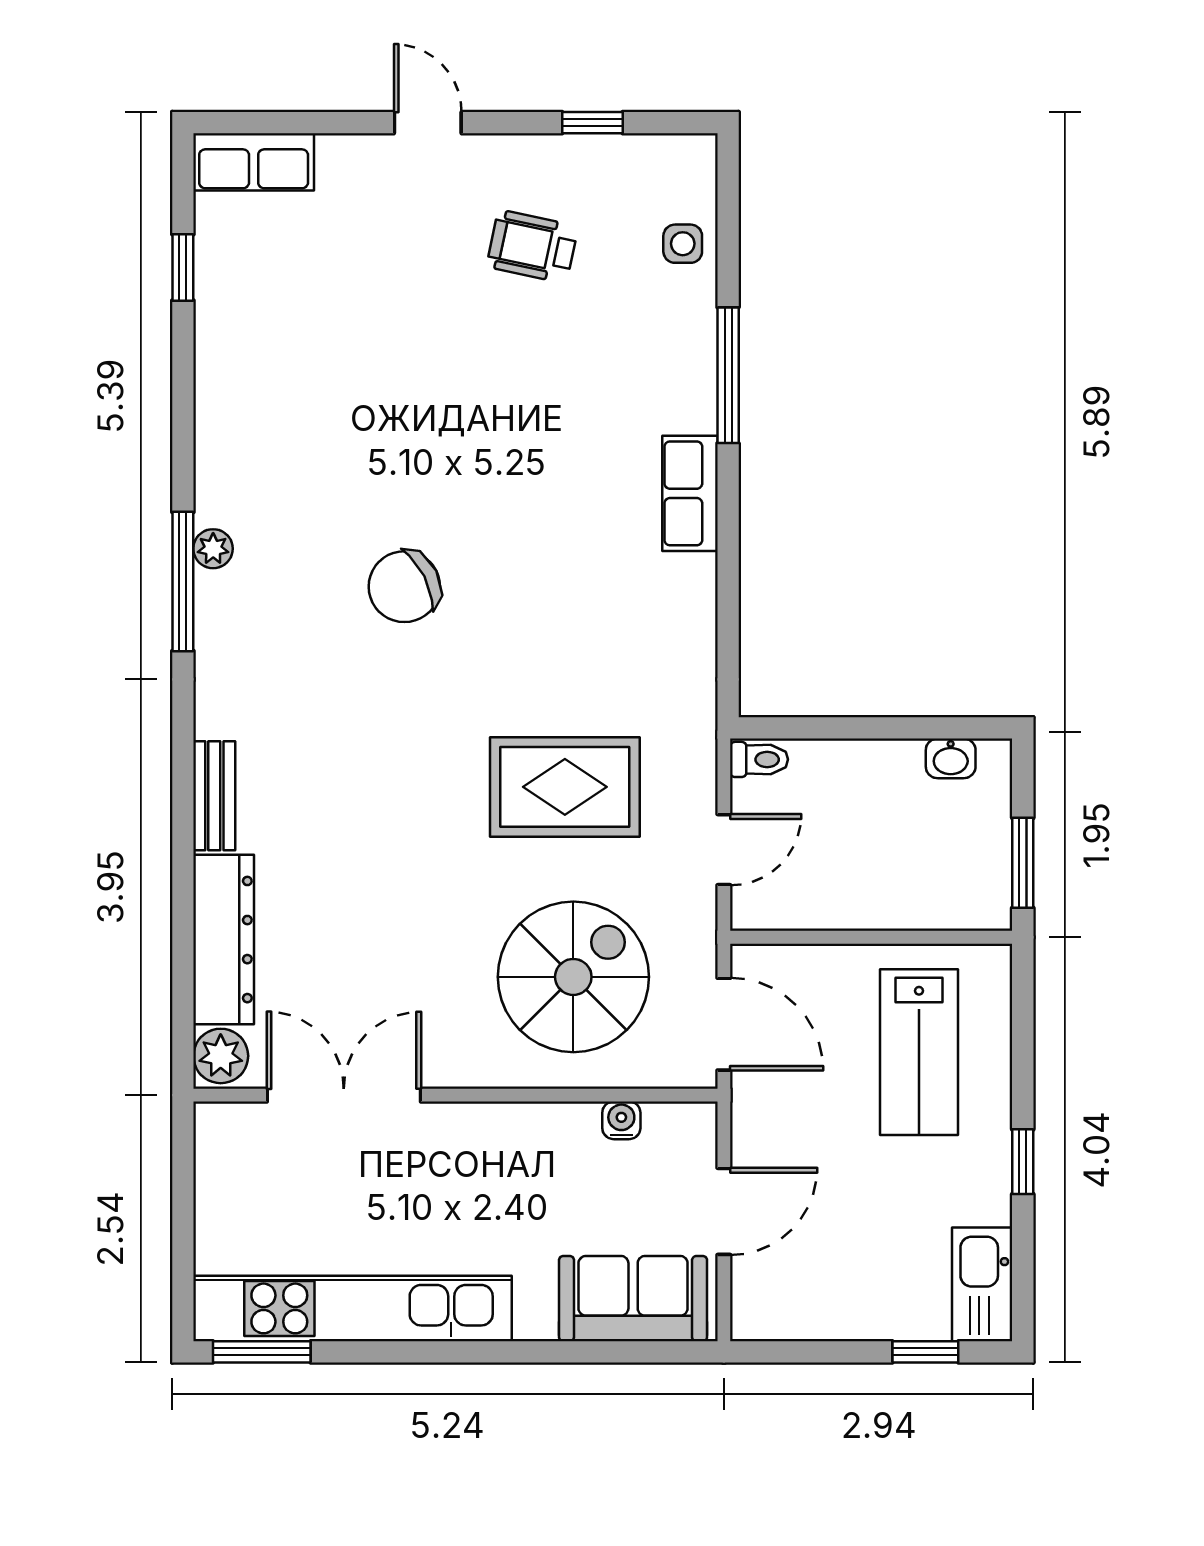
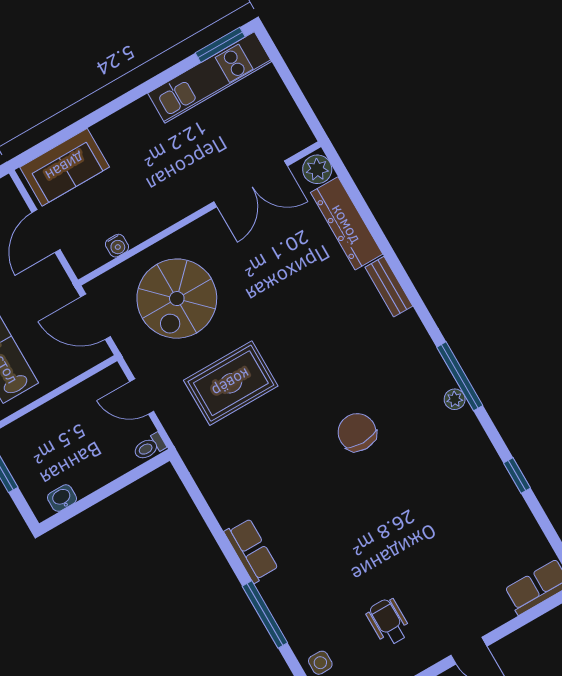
wheelchair: (532, 246) -> (388, 622), turned -102
window: (183, 267) -> (517, 475), moved
chair: (404, 587) -> (357, 432), turned -63
door: (724, 850) -> (142, 396), hinge flipped
kitchen unit: (353, 1308) -> (210, 77), width x0.73

